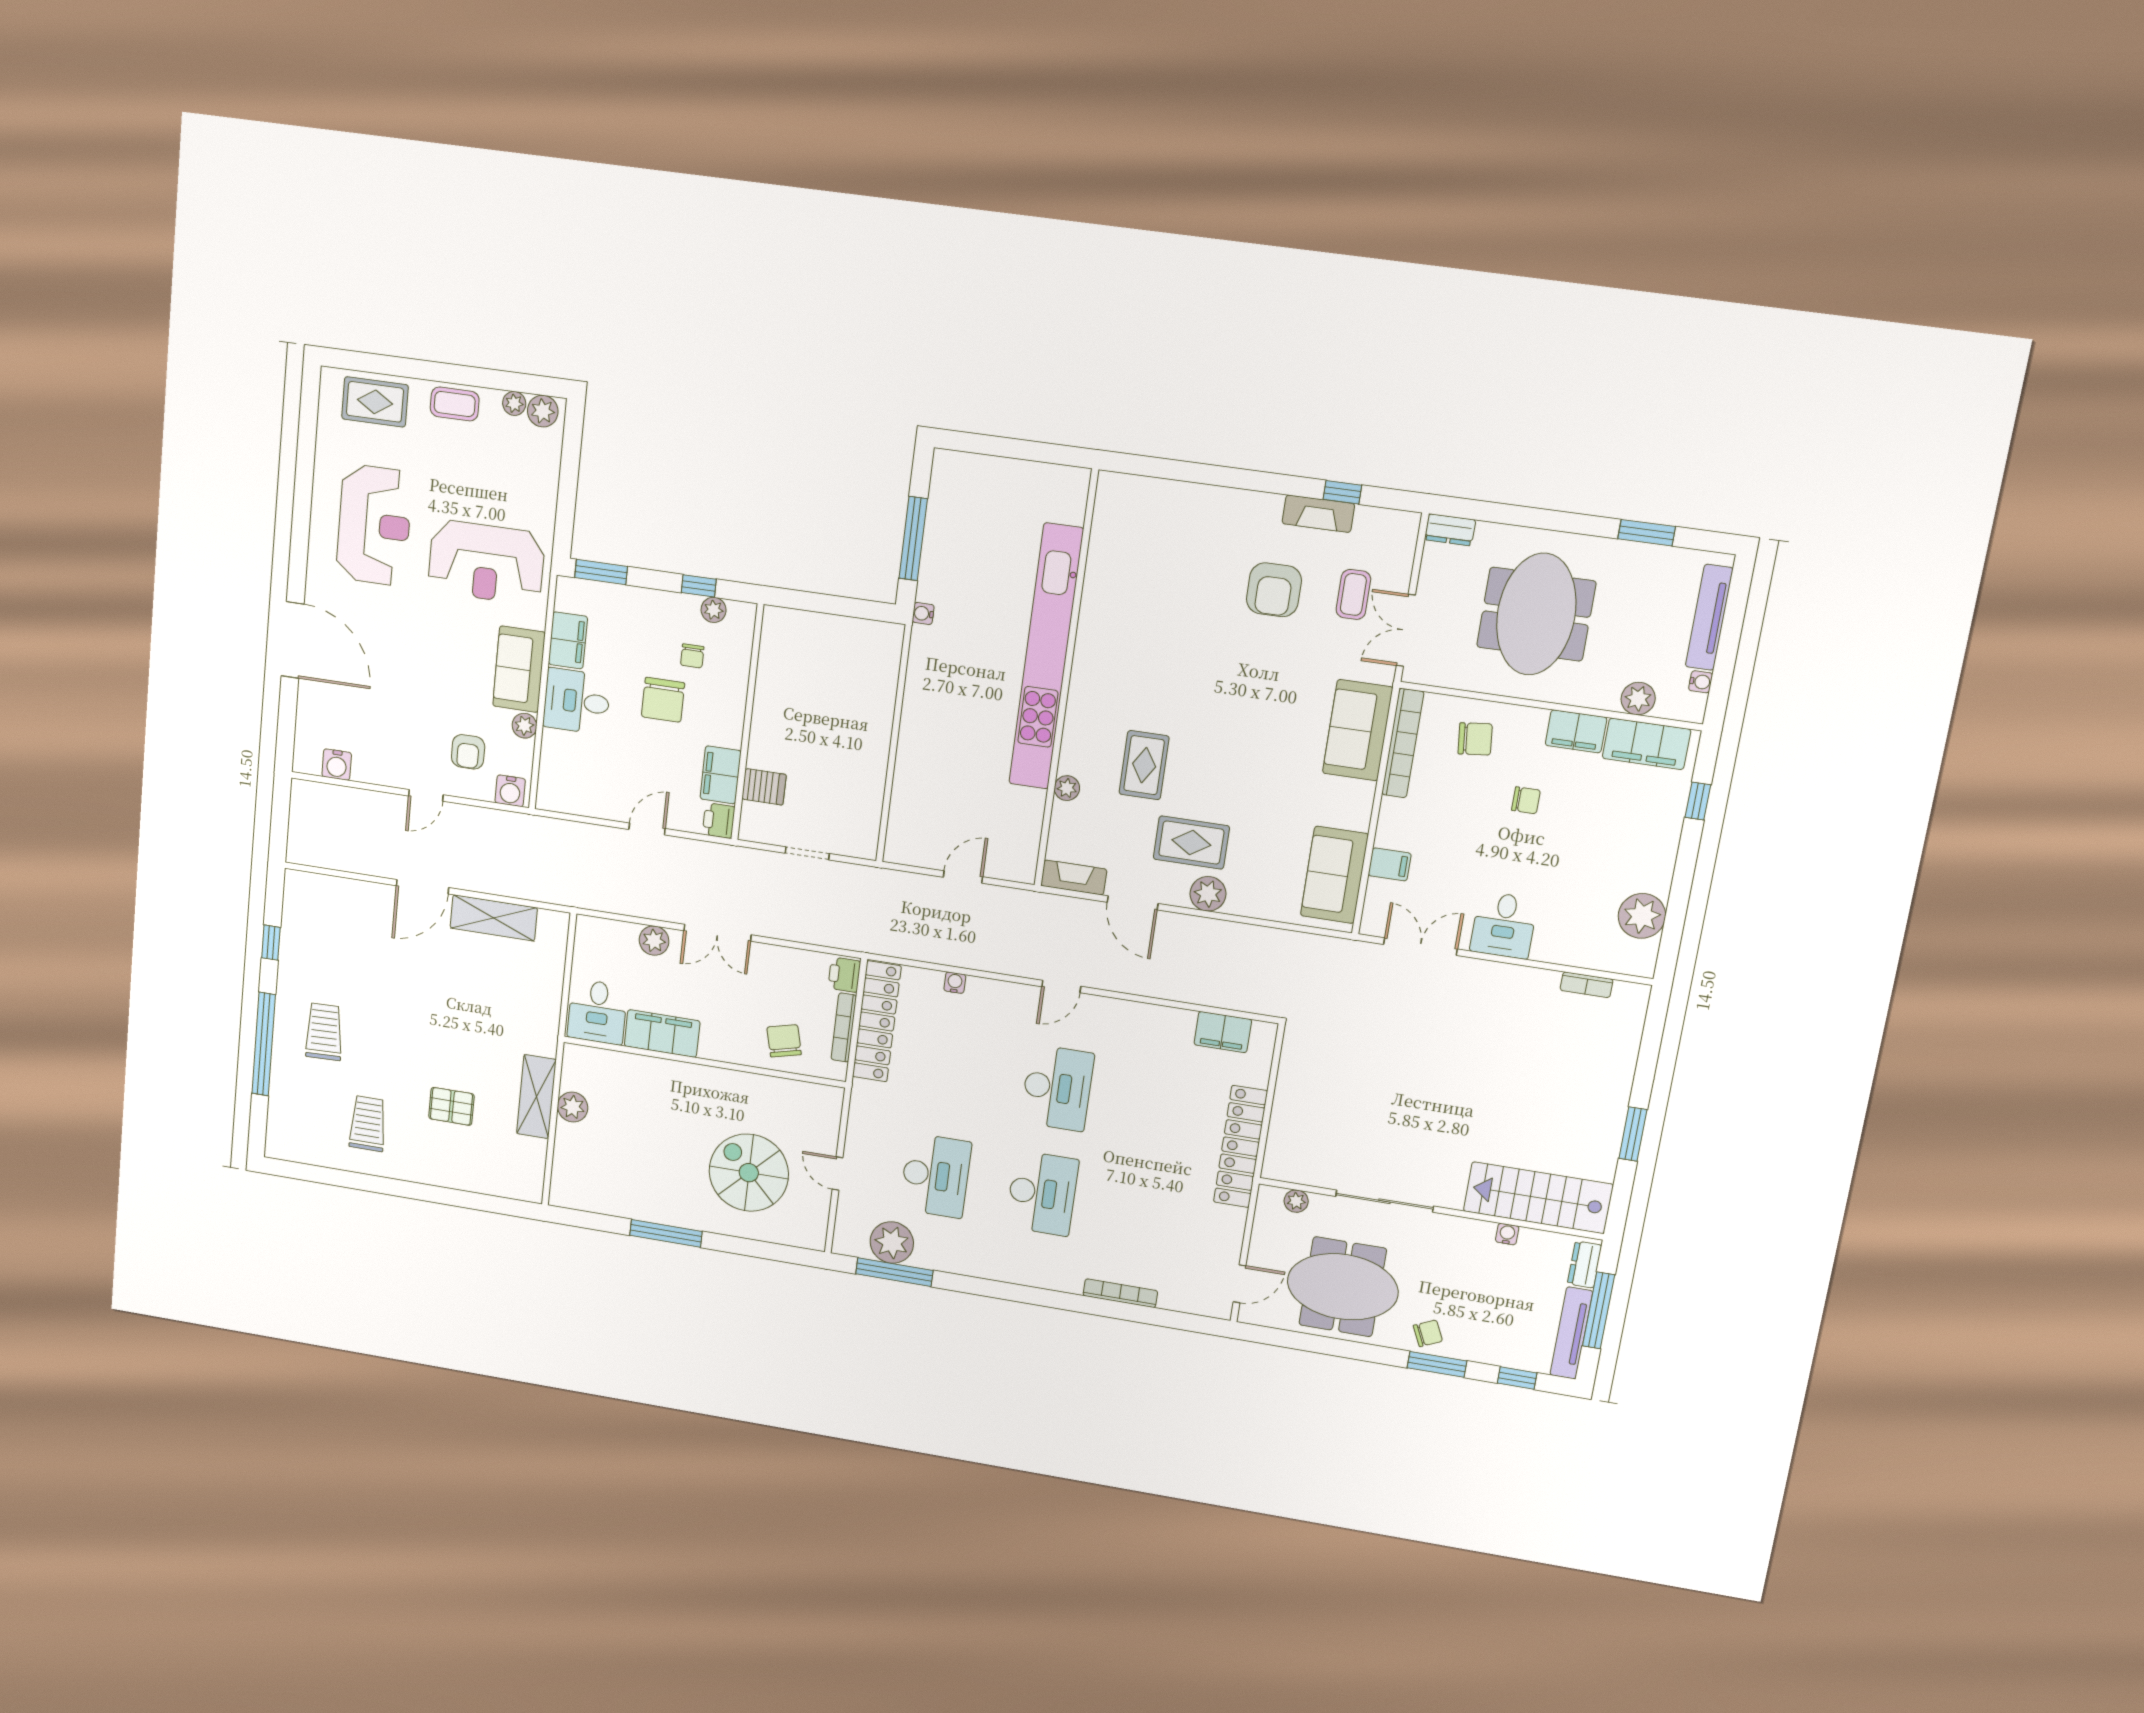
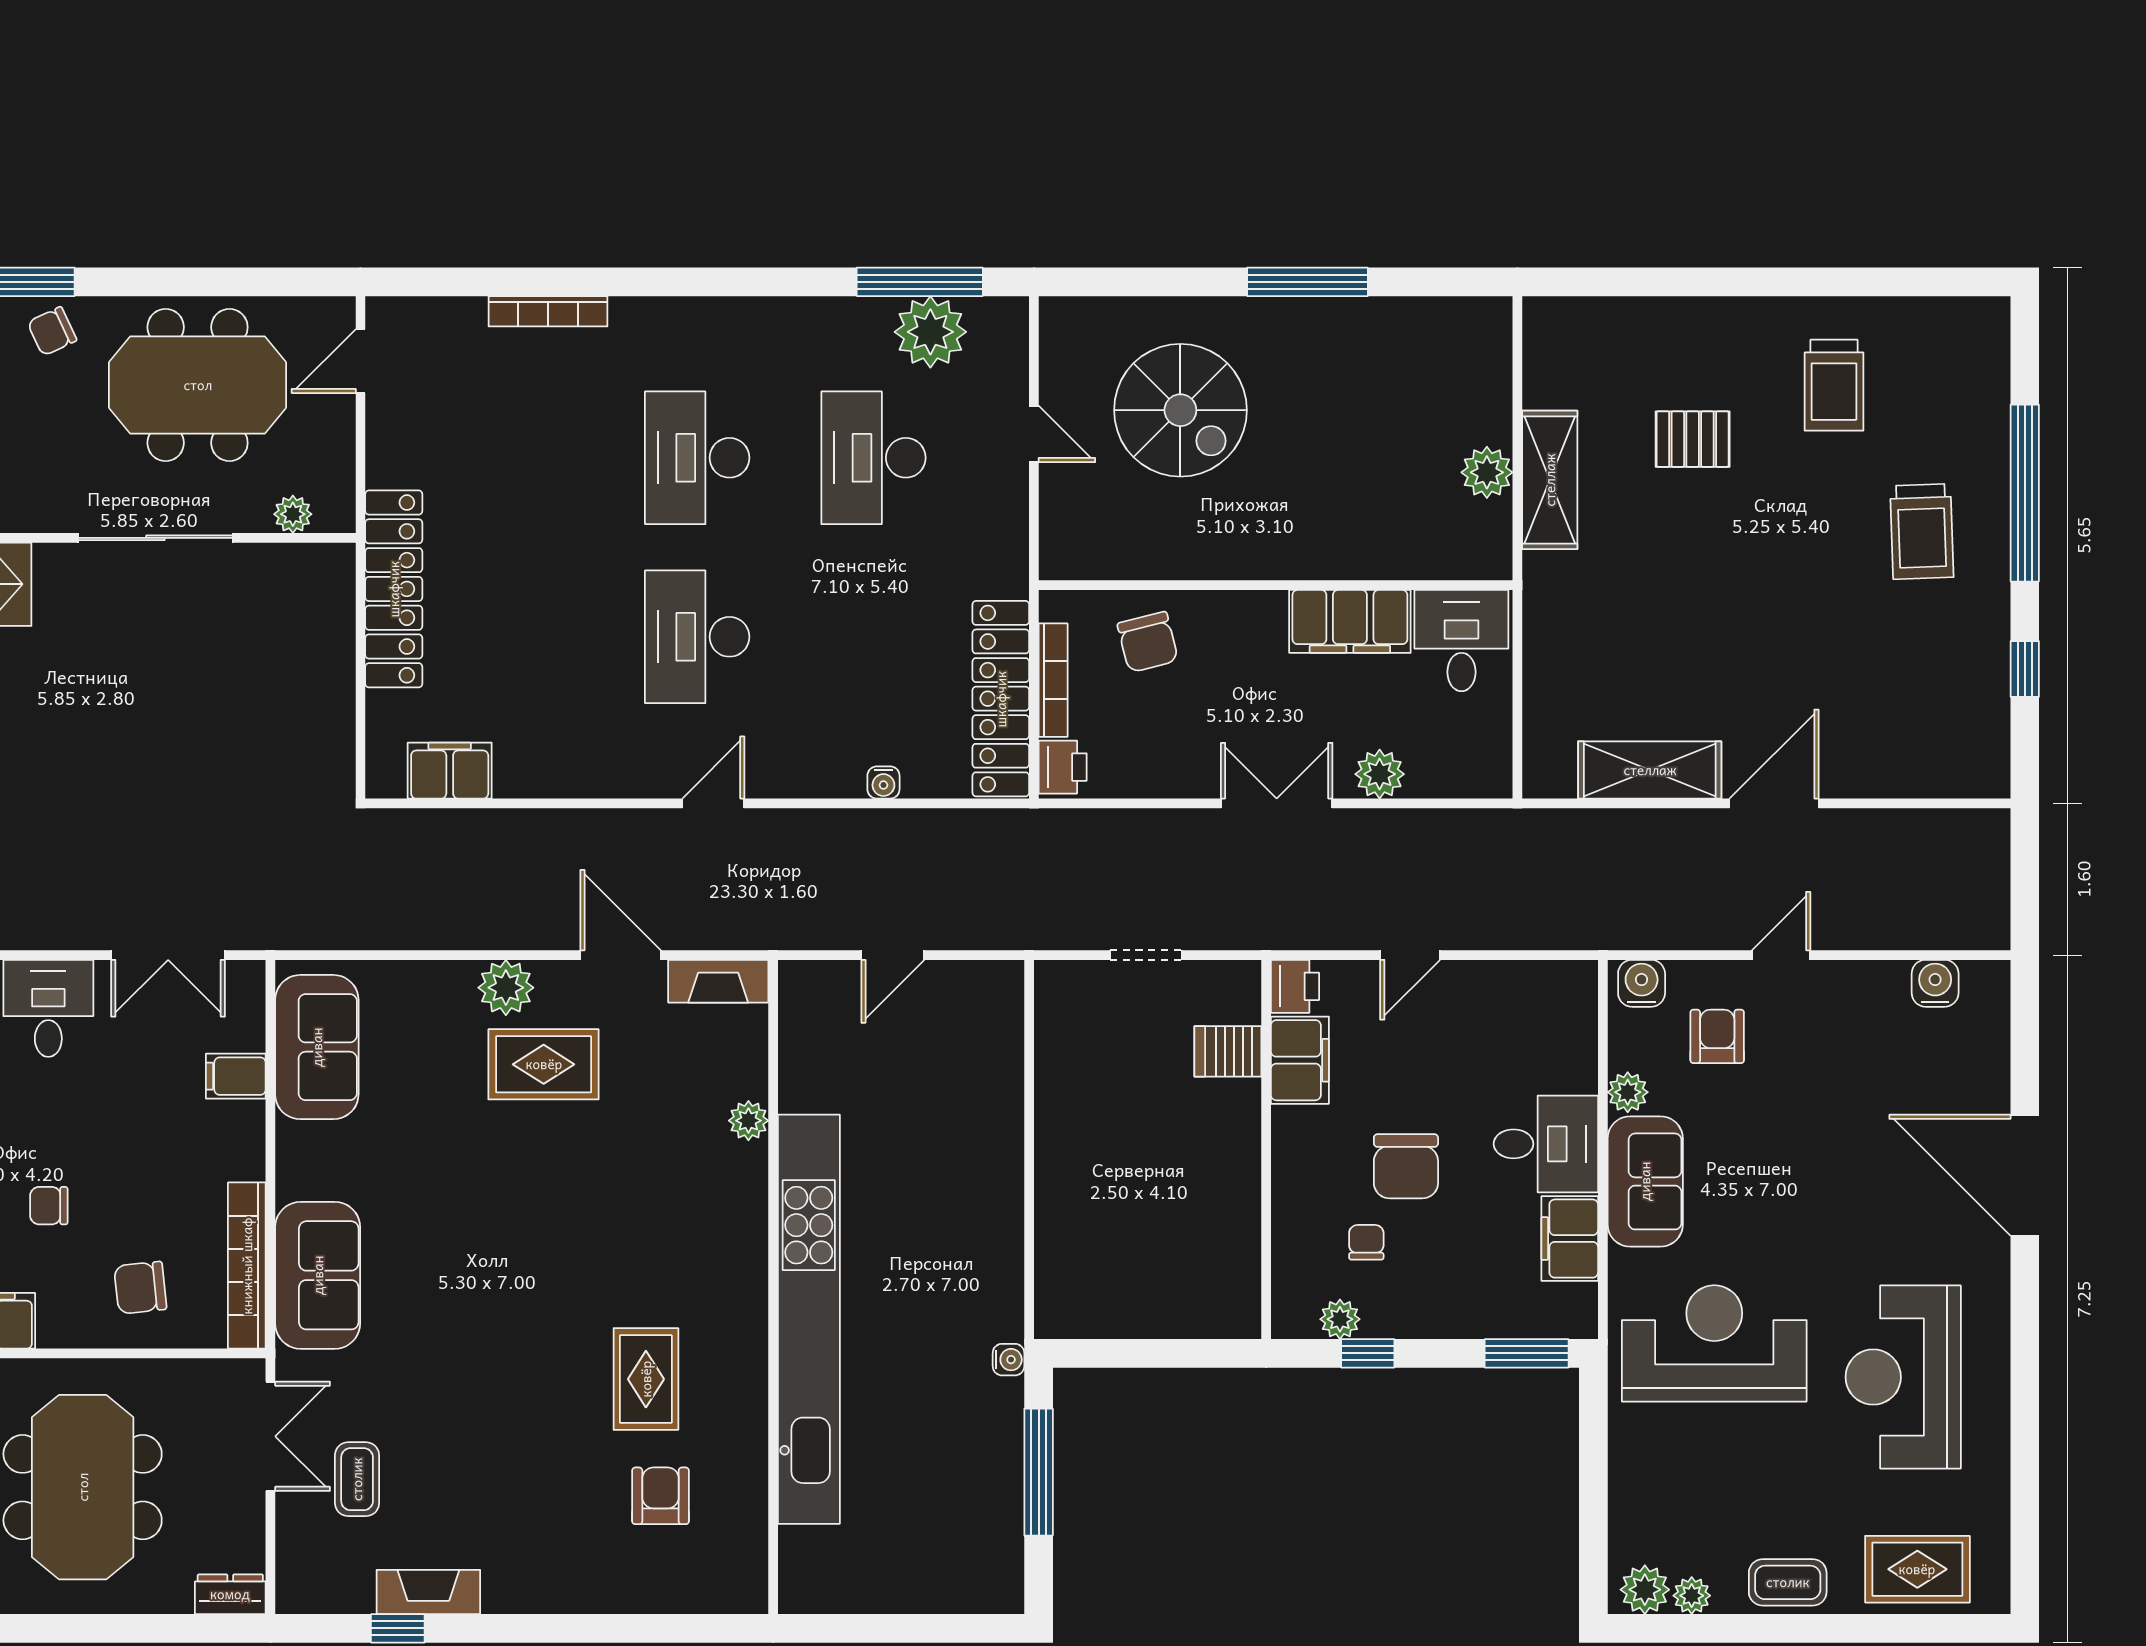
armchair: (1274, 590) -> (660, 1496), moved, width x0.72, depth x0.72
chair: (663, 700) -> (1406, 1166), turned 180
rug: (1144, 765) -> (646, 1379), moved

